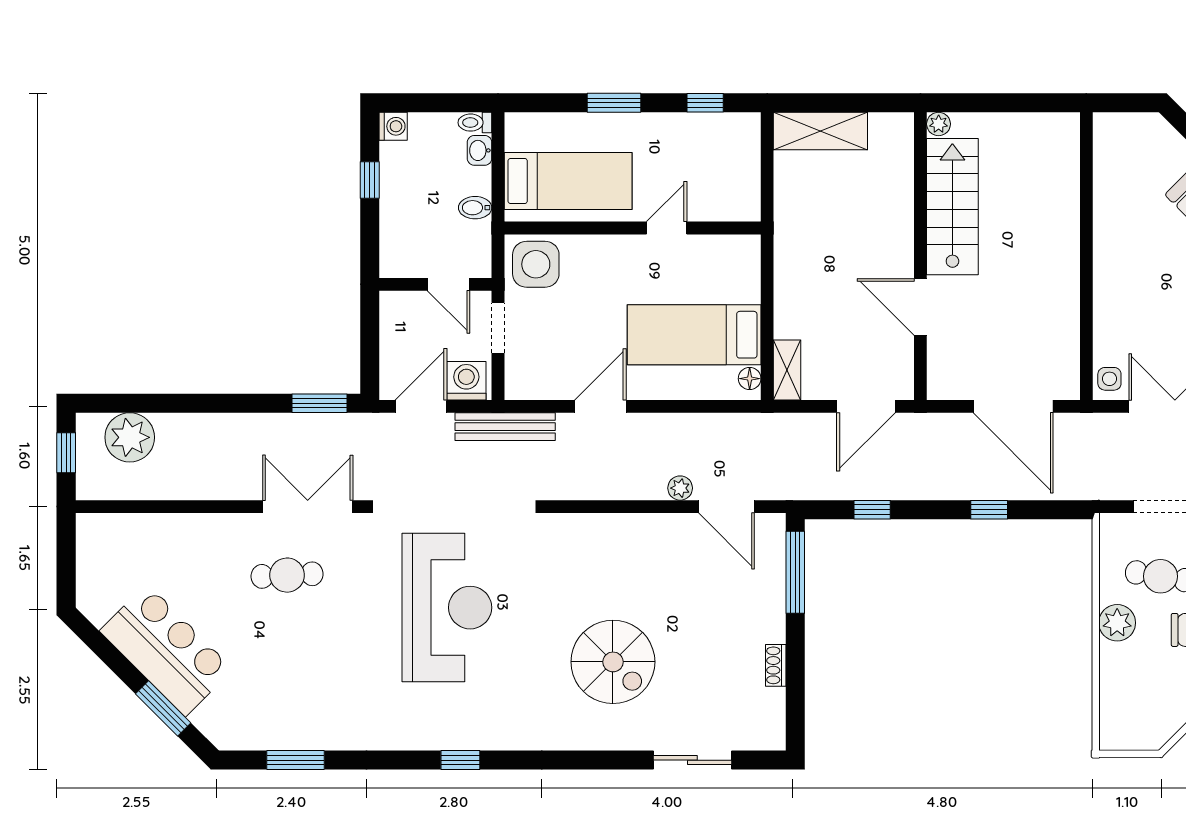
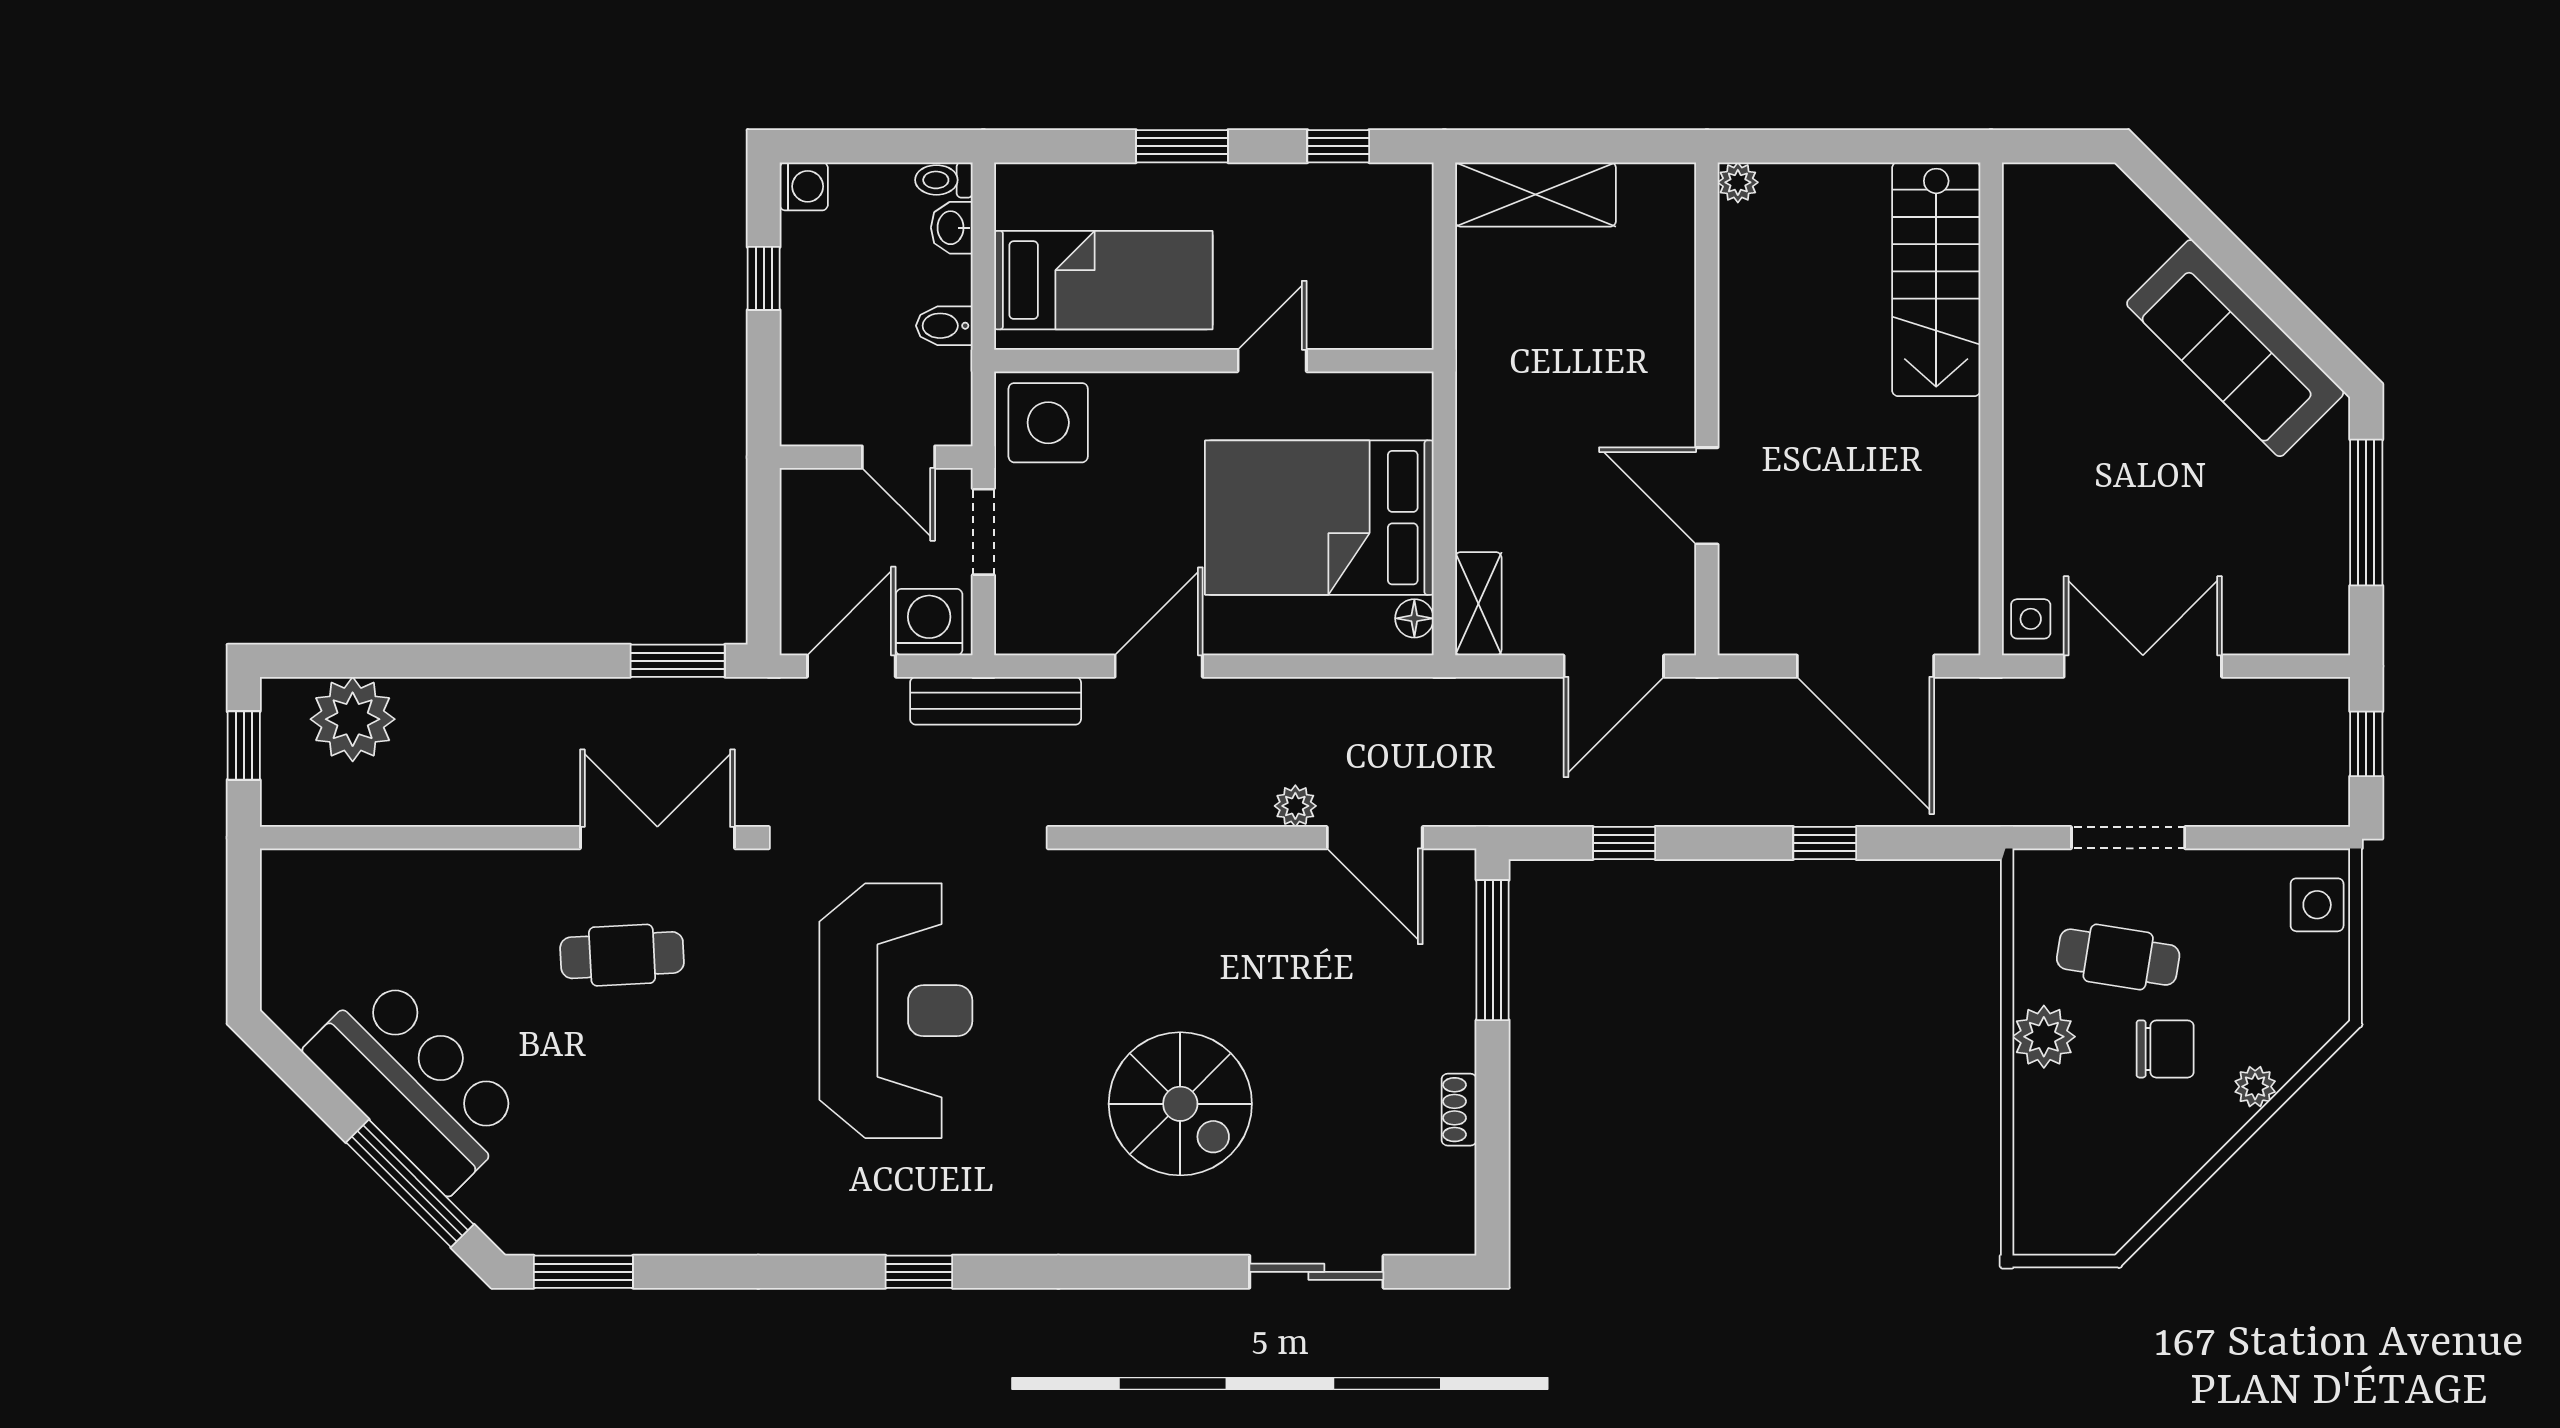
stairs: (952, 207) -> (1936, 279), moved, turned 180
bed: (694, 335) -> (1319, 518), width x1.50
window: (163, 708) -> (410, 1183), width x1.44
window: (295, 760) -> (583, 1272), moved

